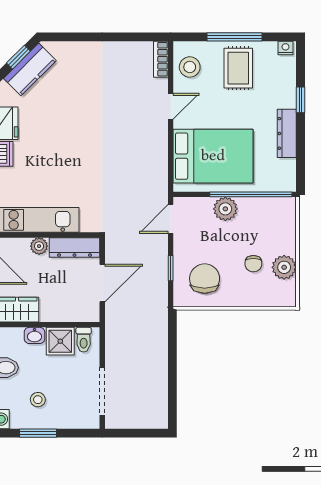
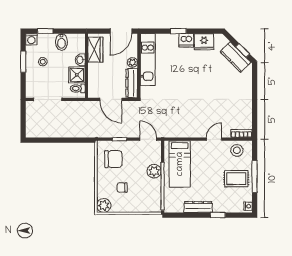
door: (171, 106) -> (214, 139), swing flipped
bed: (213, 156) -> (180, 164), width x0.67
plant: (284, 267) -> (104, 205), moved

